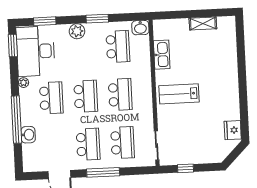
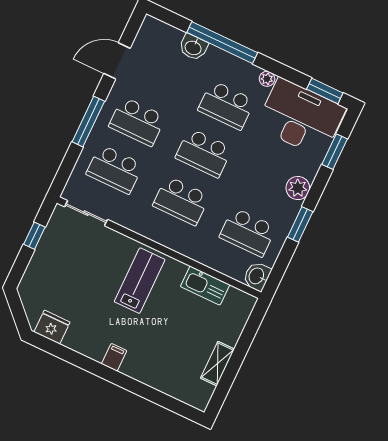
filing cabinet: (231, 85) -> (114, 357), added

